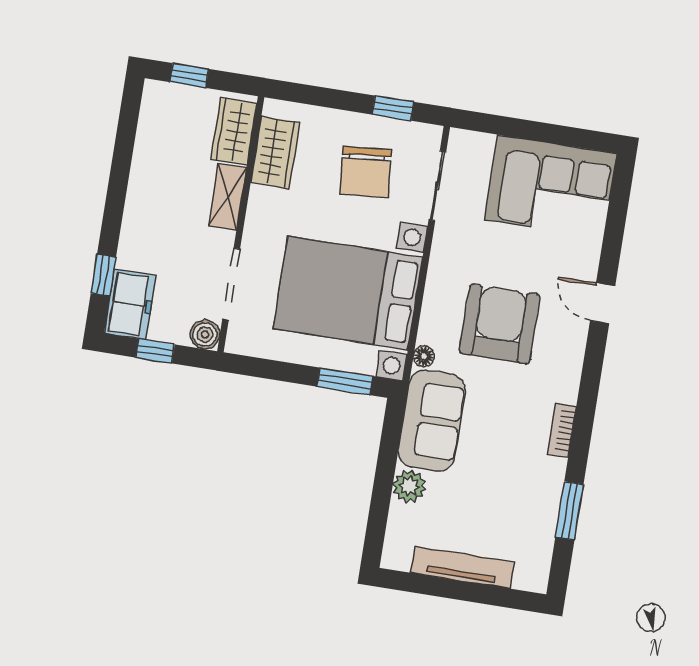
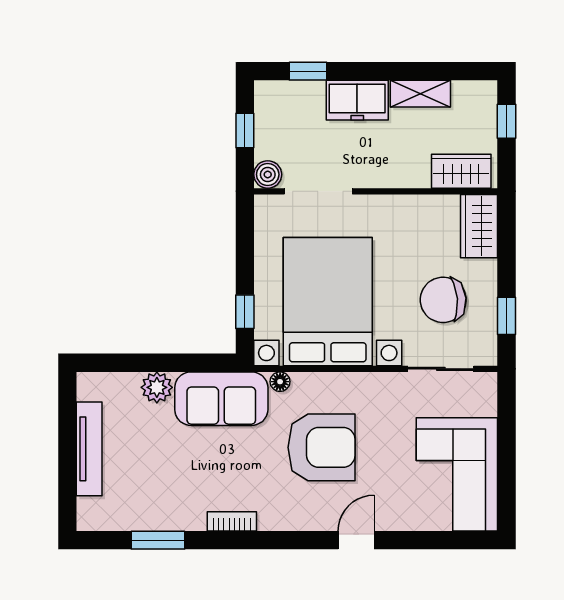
wardrobe: (275, 152) -> (479, 226), moved, turned 90
shelving: (227, 197) -> (420, 94), moved
freezer: (130, 304) -> (357, 100), moved
window: (345, 381) -> (245, 312), width x0.67

